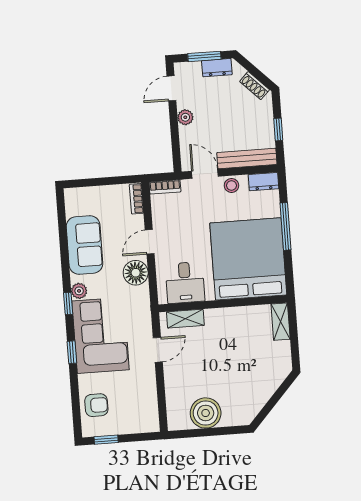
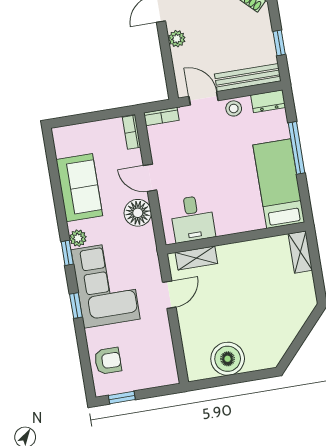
door: (150, 242) -> (150, 178), hinge flipped
bed: (248, 259) -> (279, 184), width x0.49

